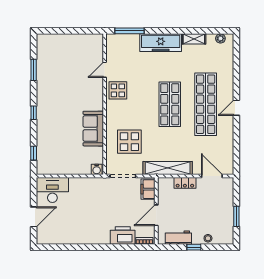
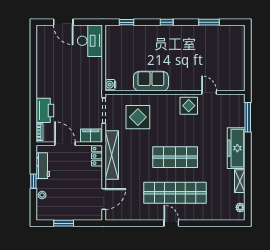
locker: (185, 183) -> (97, 156), moved

